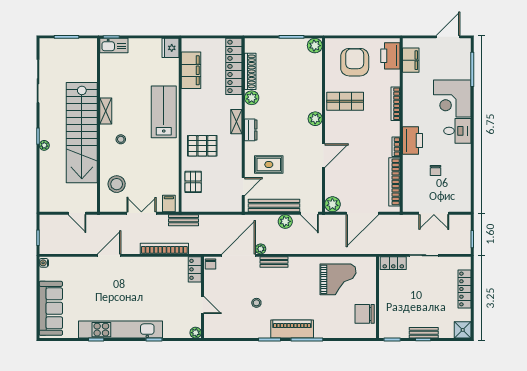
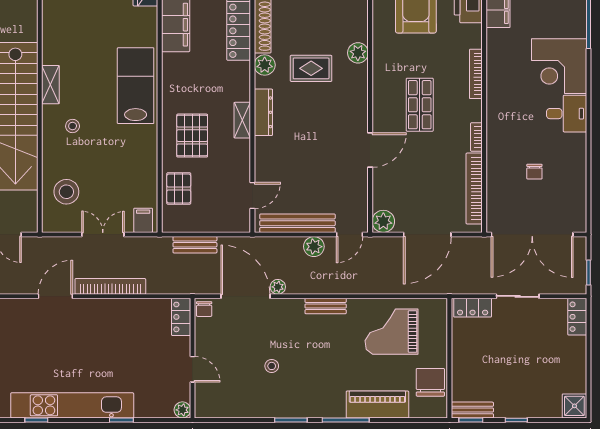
shop shelf: (345, 101) -> (420, 105), moved, turned 90
plant: (315, 119) -> (358, 53), moved
shelving: (236, 122) -> (242, 120), moved
dresser: (251, 130) -> (263, 112), width x1.44
printer: (412, 141) -> (501, 128), removed
pallet: (202, 146) -> (192, 136), turned 90
rug: (269, 165) -> (311, 68), moved
door: (309, 213) -> (349, 234), hinge flipped
double door: (434, 213) -> (532, 234), width x1.87
bench: (184, 220) -> (195, 245), moved
bookcase: (164, 249) -> (110, 286), moved
door: (239, 255) -> (245, 296), hinge flipped
bench: (274, 262) -> (326, 306), moved
grand piano: (338, 279) -> (391, 332), turned 180
locker: (465, 289) -> (577, 317), moved, width x0.66
chair: (365, 314) -> (430, 382), turned 90
piano: (292, 329) -> (377, 404), moved
bench: (424, 333) -> (472, 410), moved

